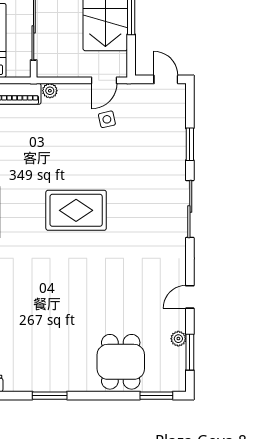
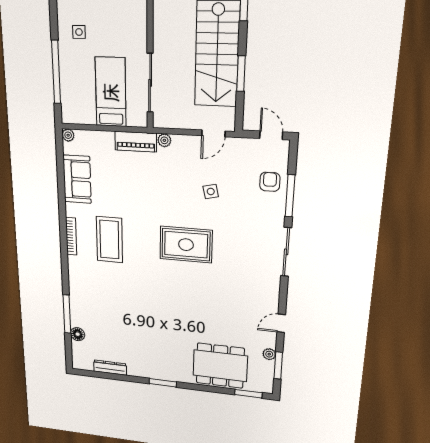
side table: (107, 119) -> (211, 191), moved
armchair: (167, 130) -> (270, 182), added
window: (190, 144) -> (290, 196), width x1.44
dining table: (121, 362) -> (220, 366), width x1.38

